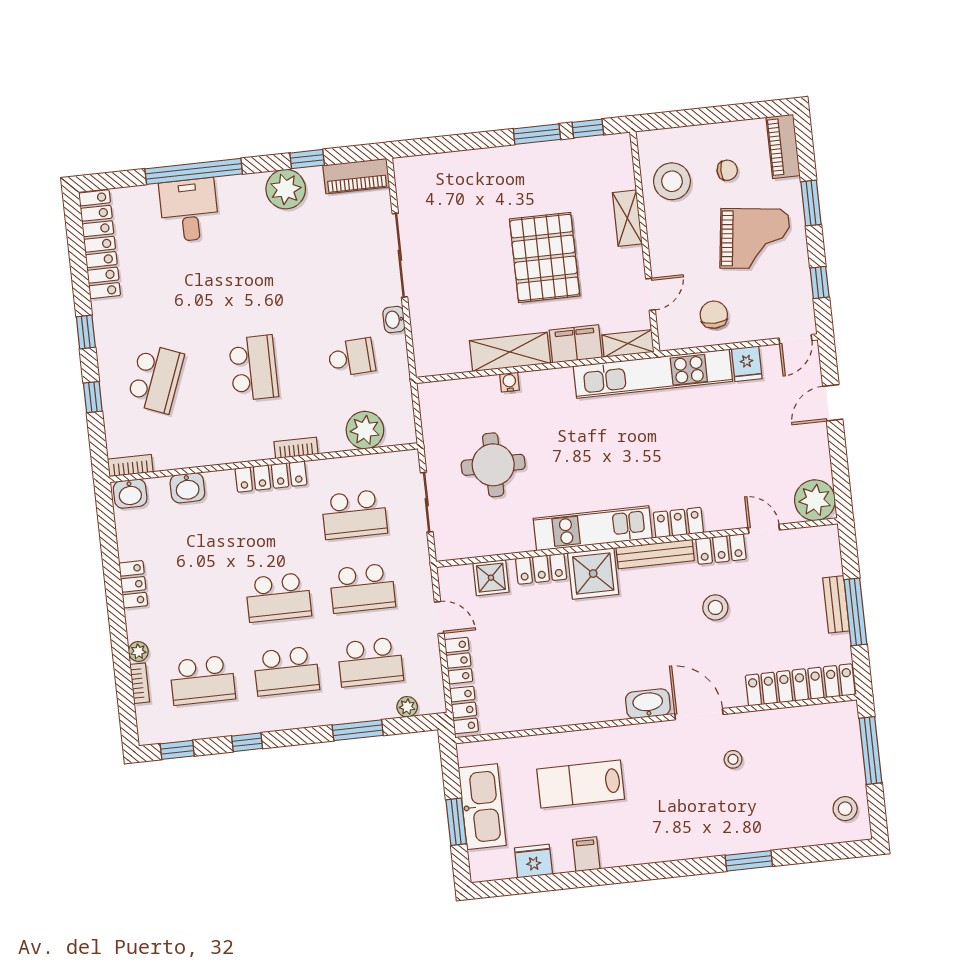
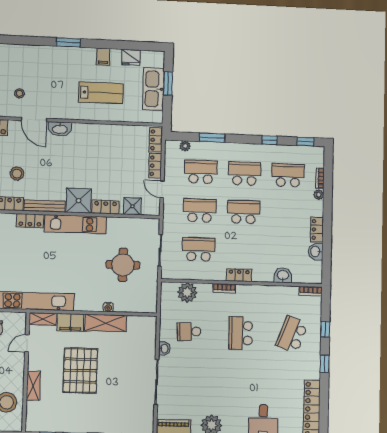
locker: (271, 477) -> (239, 275), width x0.66
washbasin: (130, 494) -> (316, 252), moved, turned -90
window: (749, 861) -> (68, 42), moved

